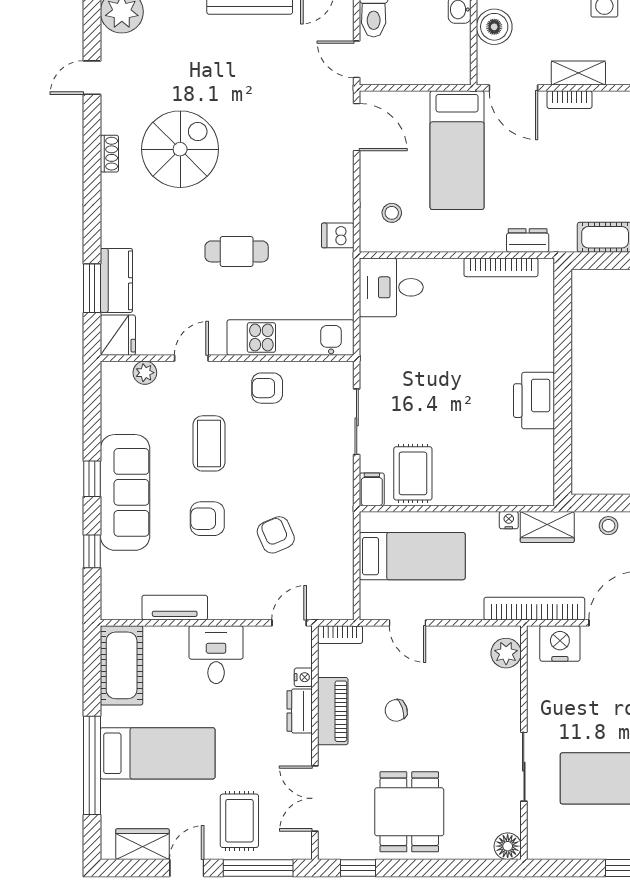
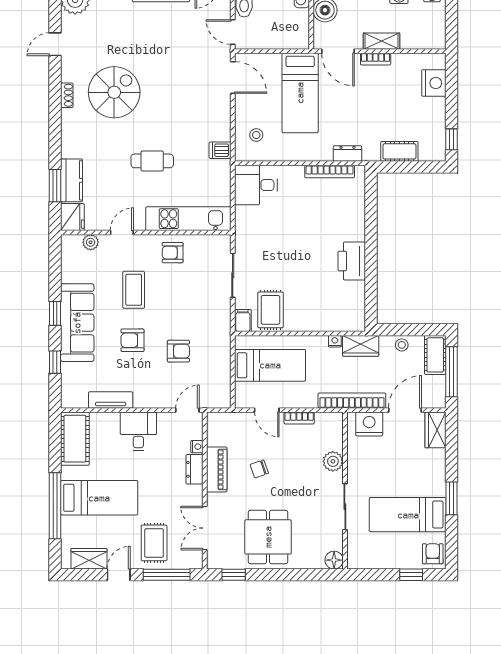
armchair: (276, 535) -> (178, 351), turned 113
bookcase: (340, 635) -> (299, 418), moved
plant: (506, 653) -> (333, 461), moved

